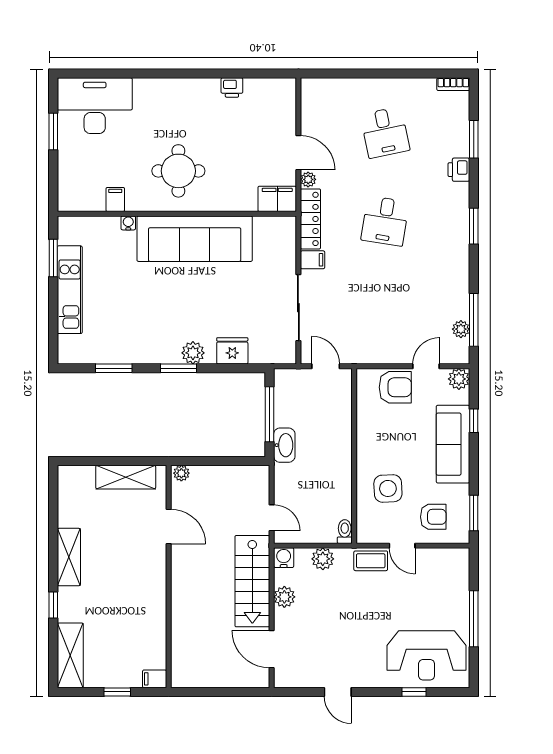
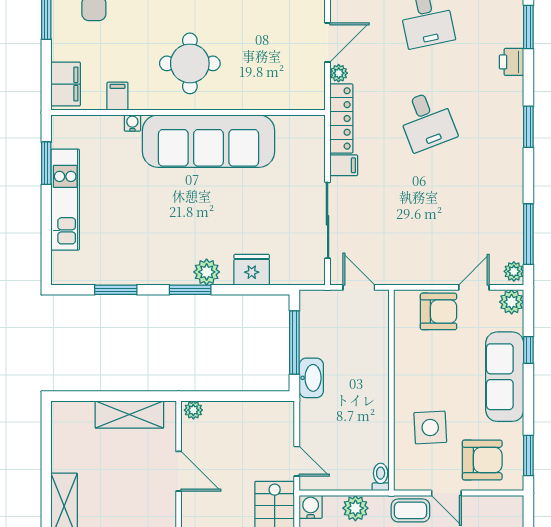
door: (298, 153) -> (328, 42), hinge flipped
filing cabinet: (277, 199) -> (66, 84), moved, turned 90
desk: (385, 221) -> (427, 121), turned -30
plant: (461, 329) -> (514, 271), moved
armchair: (433, 517) -> (482, 460), width x1.38, depth x1.38

